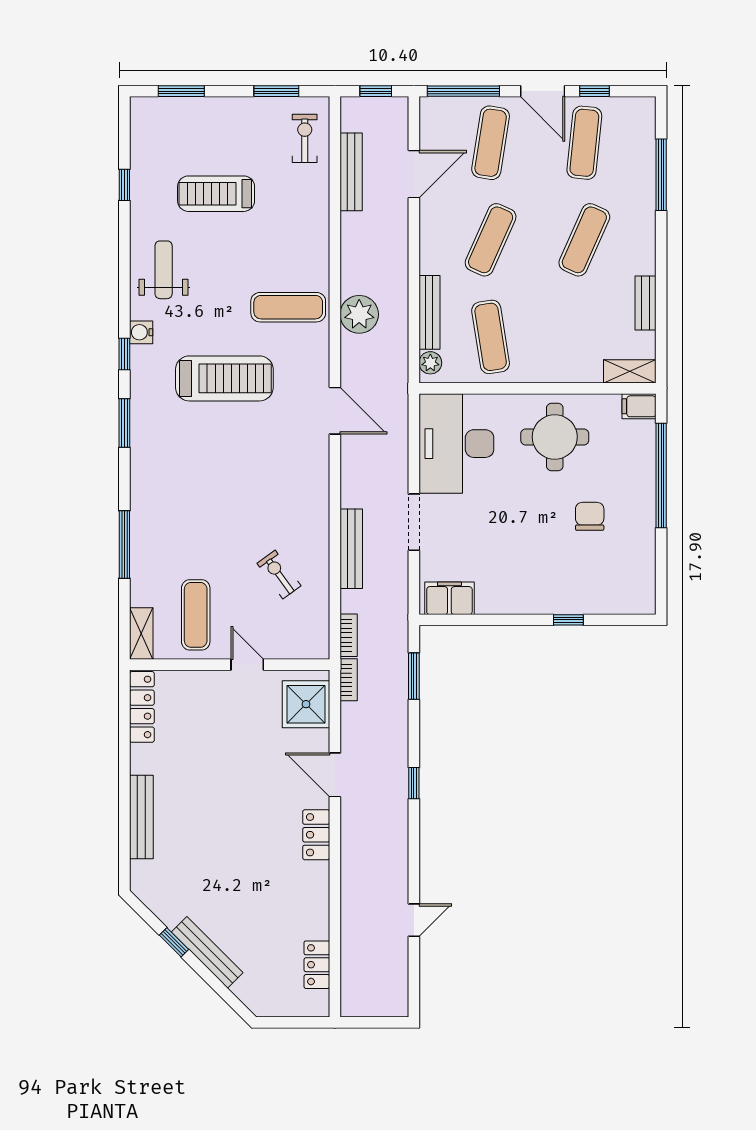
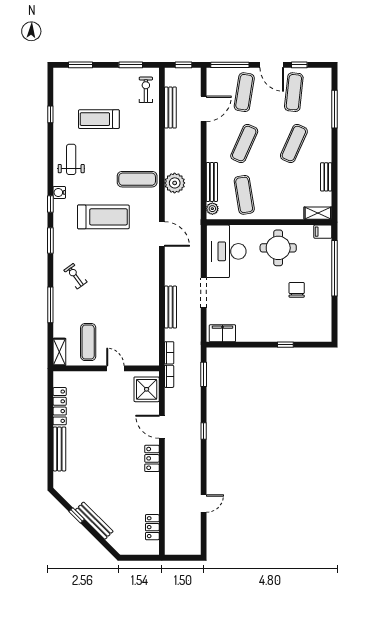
exercise bike: (279, 575) -> (75, 276), moved
locker: (142, 707) -> (60, 406), moved

